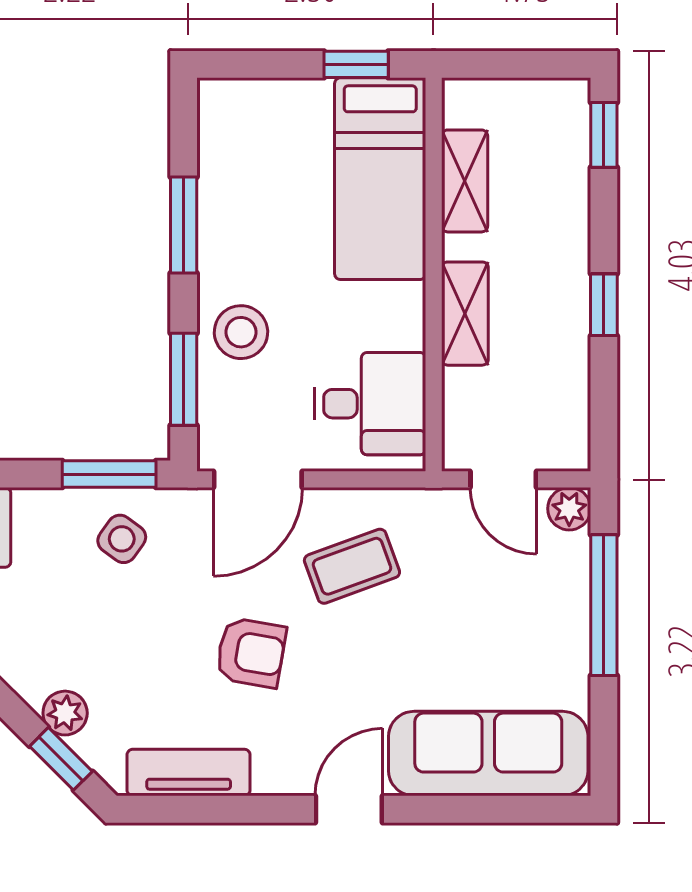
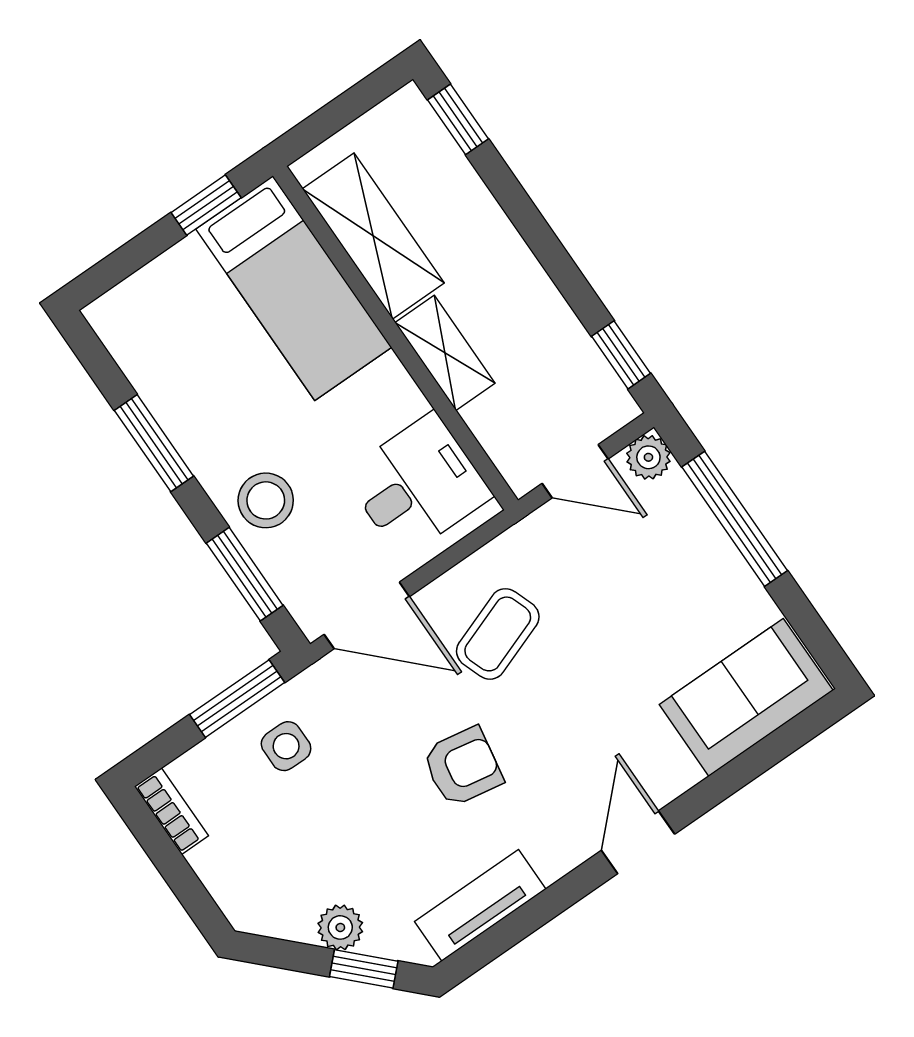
shelving: (465, 181) -> (373, 236), width x1.50, depth x1.33
window: (604, 305) -> (621, 355), moved
door: (258, 479) -> (367, 615), hinge flipped
side table: (122, 539) -> (286, 746), turned -36
sofa: (488, 754) -> (746, 697), width x0.73

